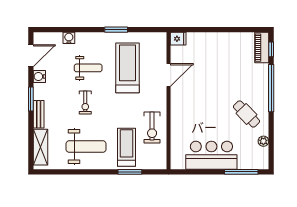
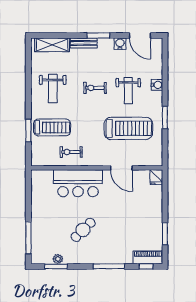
window: (237, 30) -> (165, 234), added
water cooler: (69, 38) -> (157, 85), moved
window: (271, 88) -> (109, 266), width x0.68
cafe table: (246, 114) -> (83, 230), moved
exercise bike: (152, 127) -> (71, 152), width x0.73, depth x0.72
window: (271, 143) -> (56, 266), added
weight bench: (86, 147) -> (53, 89), width x0.73, depth x0.75
bar counter: (211, 155) -> (78, 183), moved, turned 90

